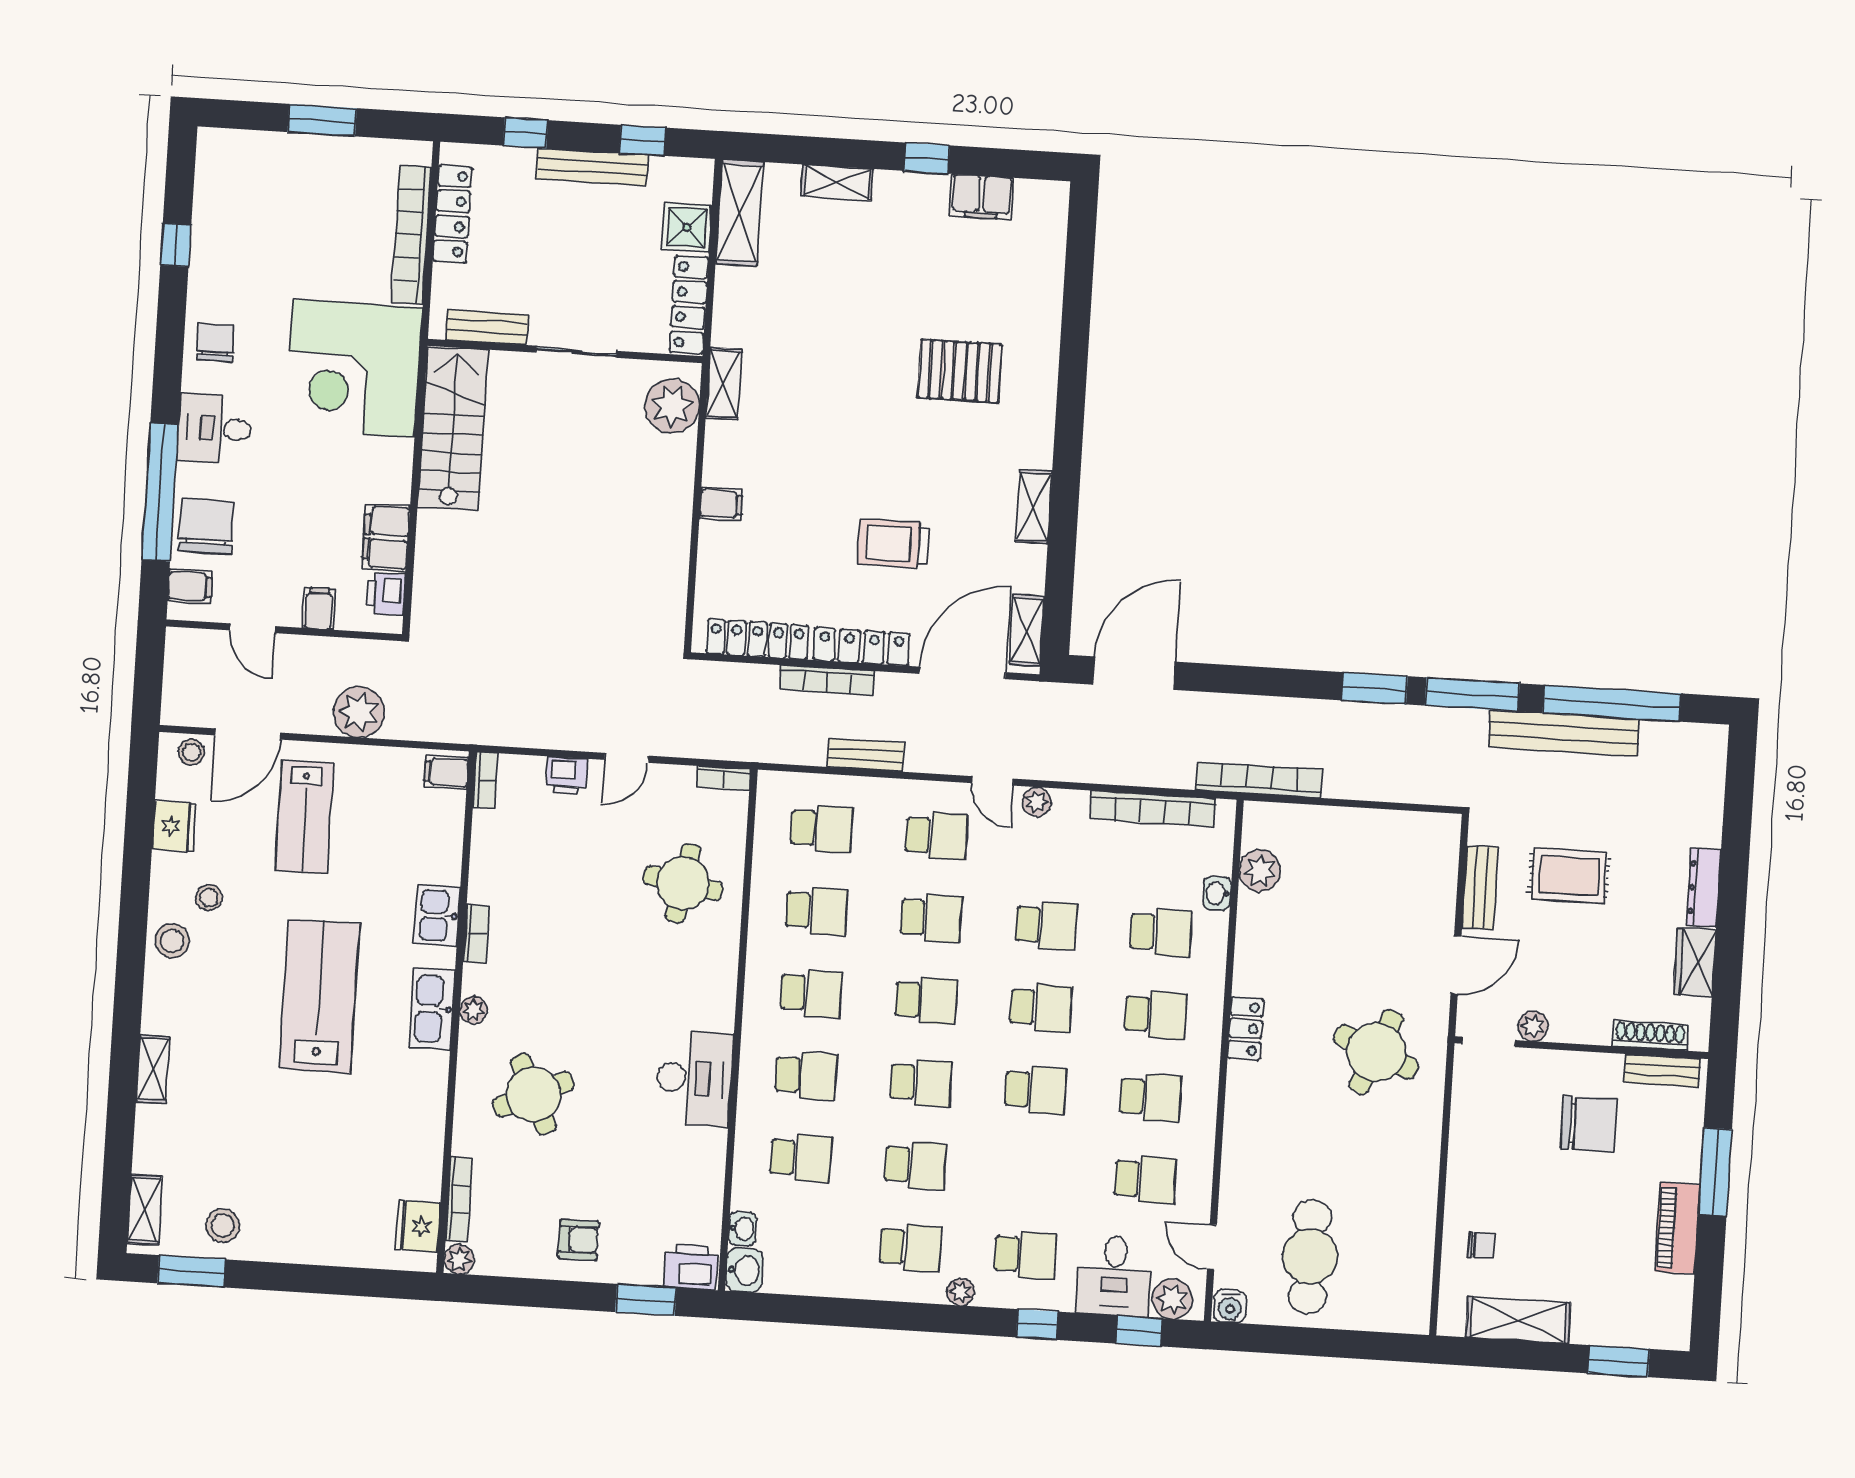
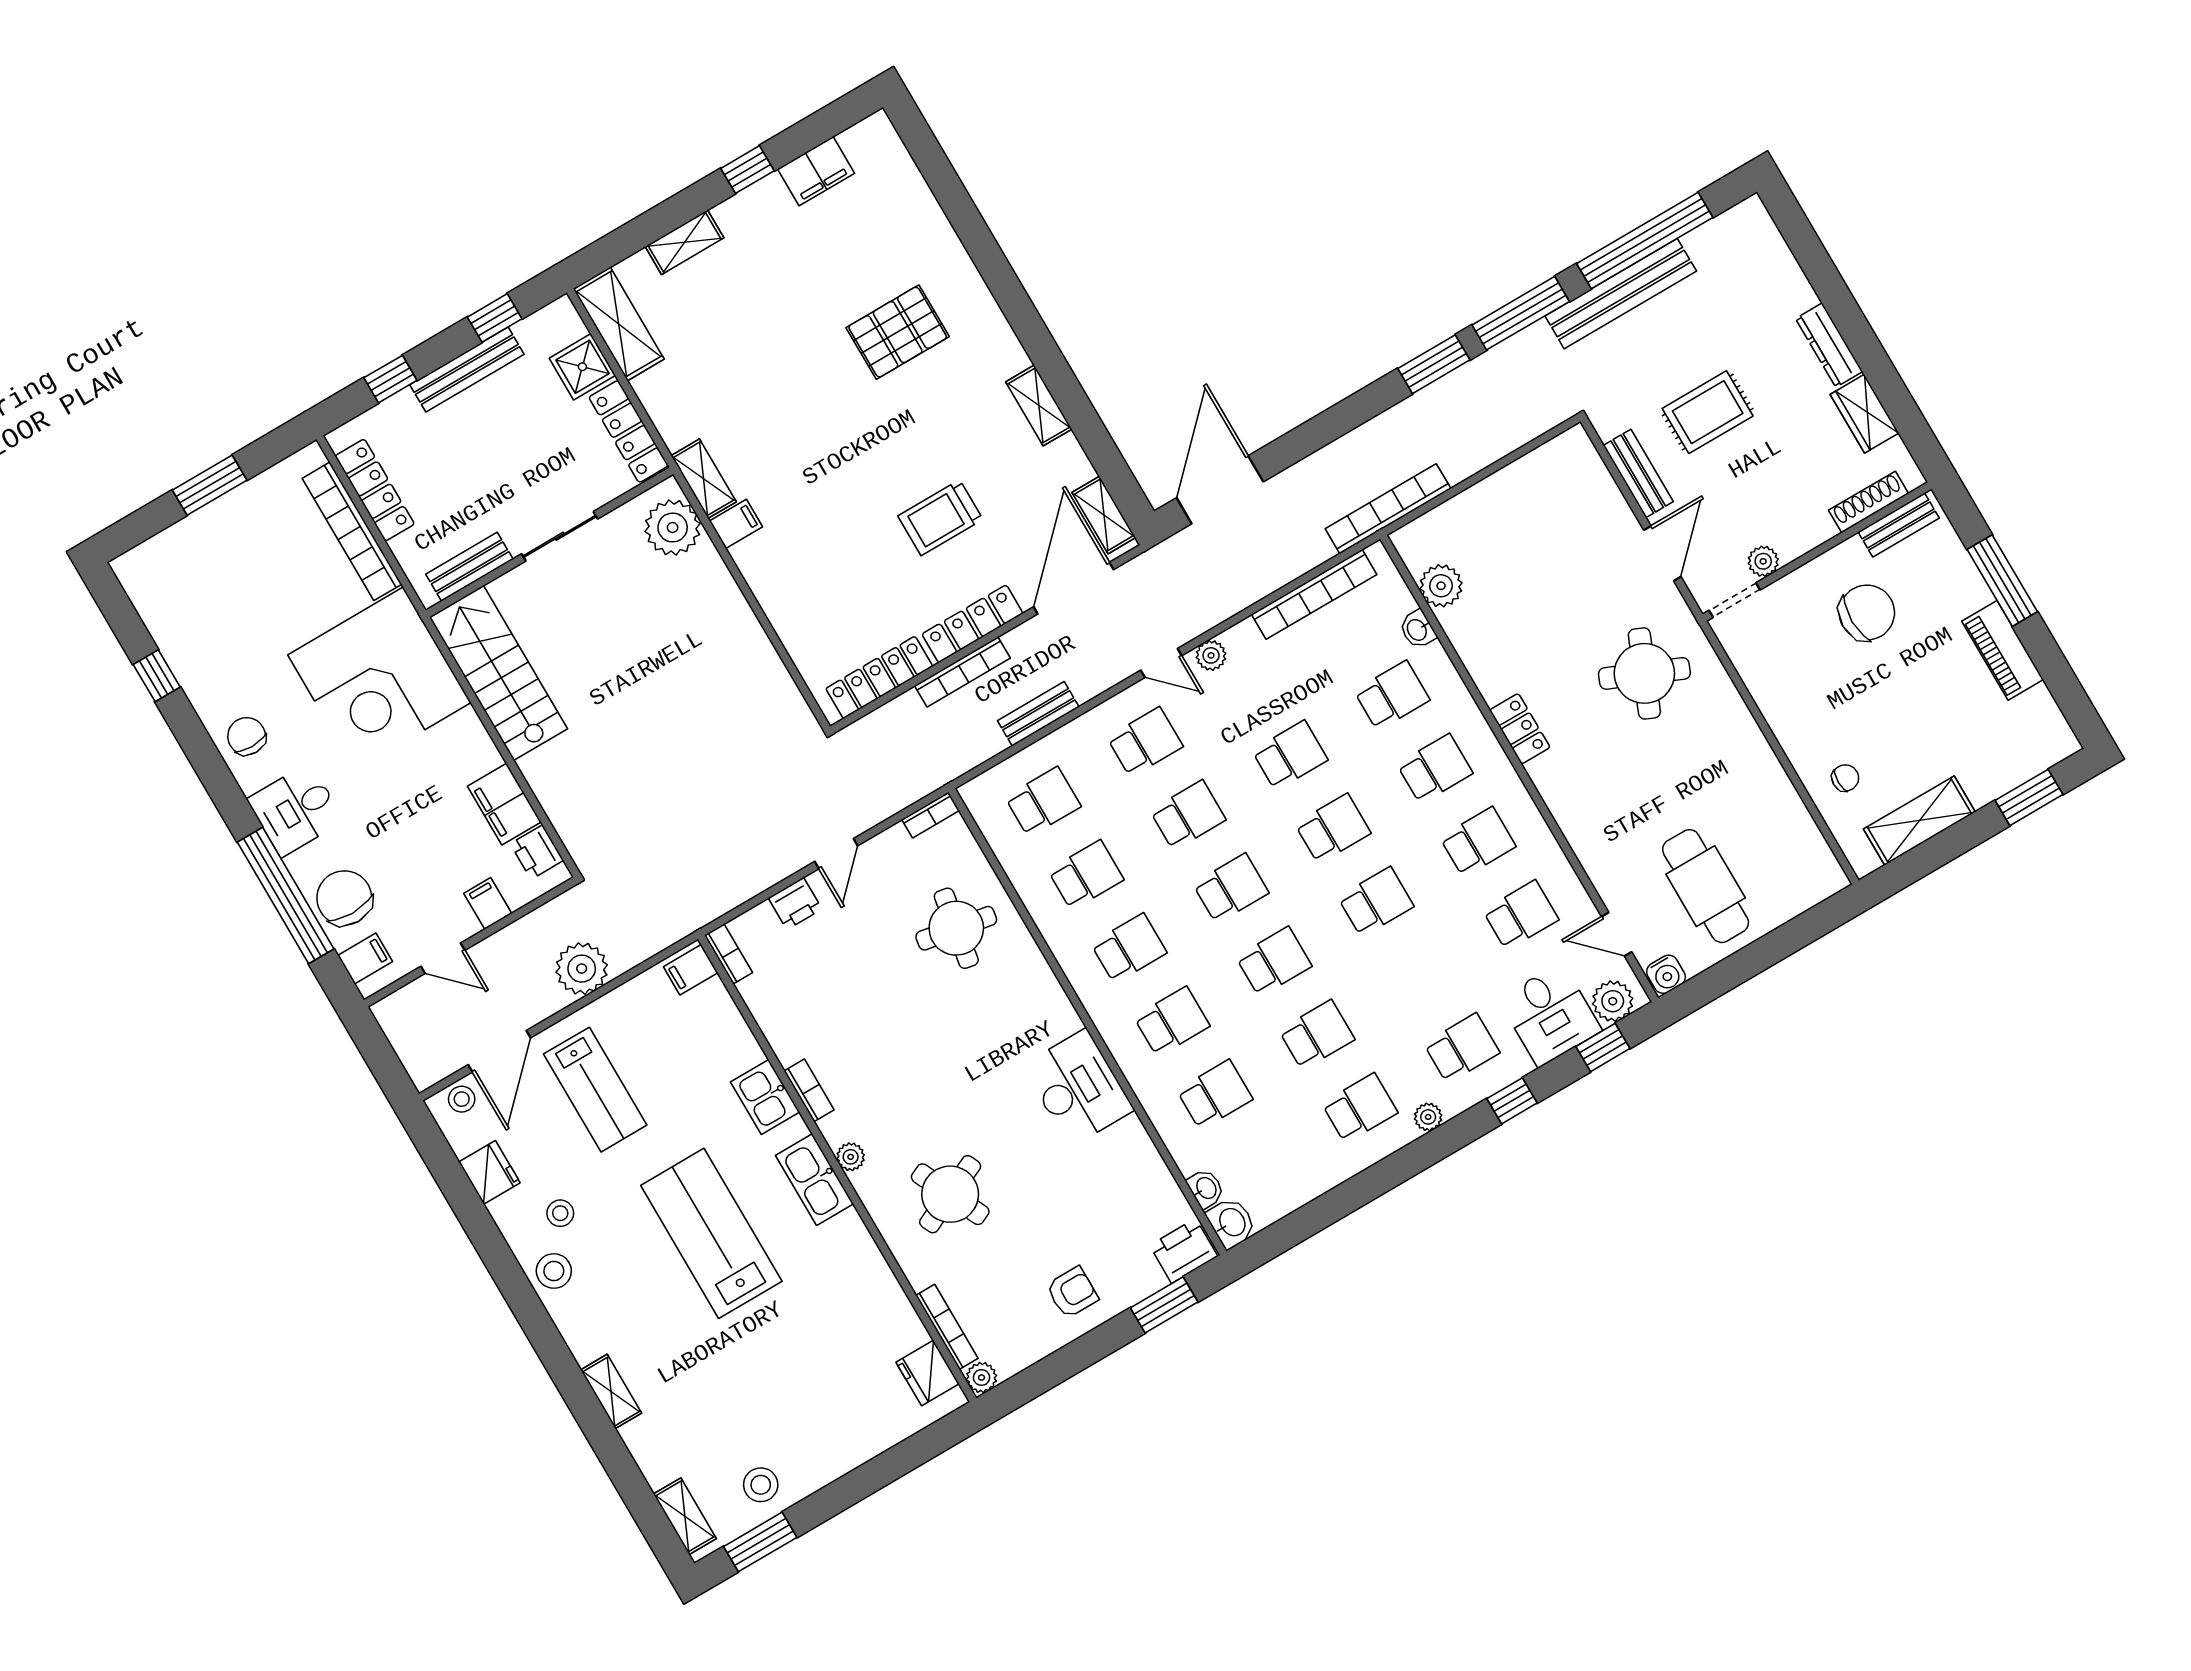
filing cabinet: (721, 504) -> (736, 524), moved

